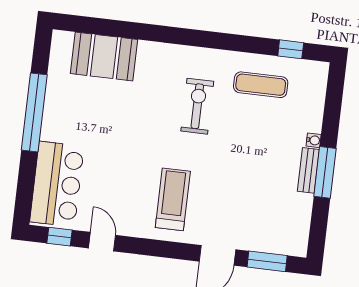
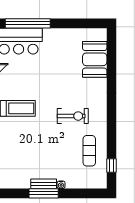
window: (34, 112) -> (28, 23), moved

